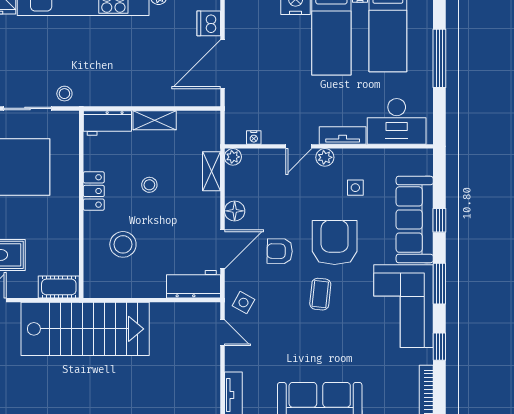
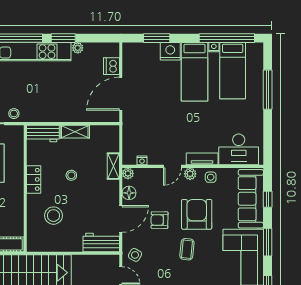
desk: (397, 121) -> (239, 149), moved
tv unit: (343, 135) -> (202, 159), moved
nightstand: (254, 138) -> (142, 160), moved
door: (299, 146) -> (173, 166), moved
wall: (329, 146) -> (193, 166), moved
plant: (233, 157) -> (128, 173), moved
plant: (325, 157) -> (190, 174), moved

